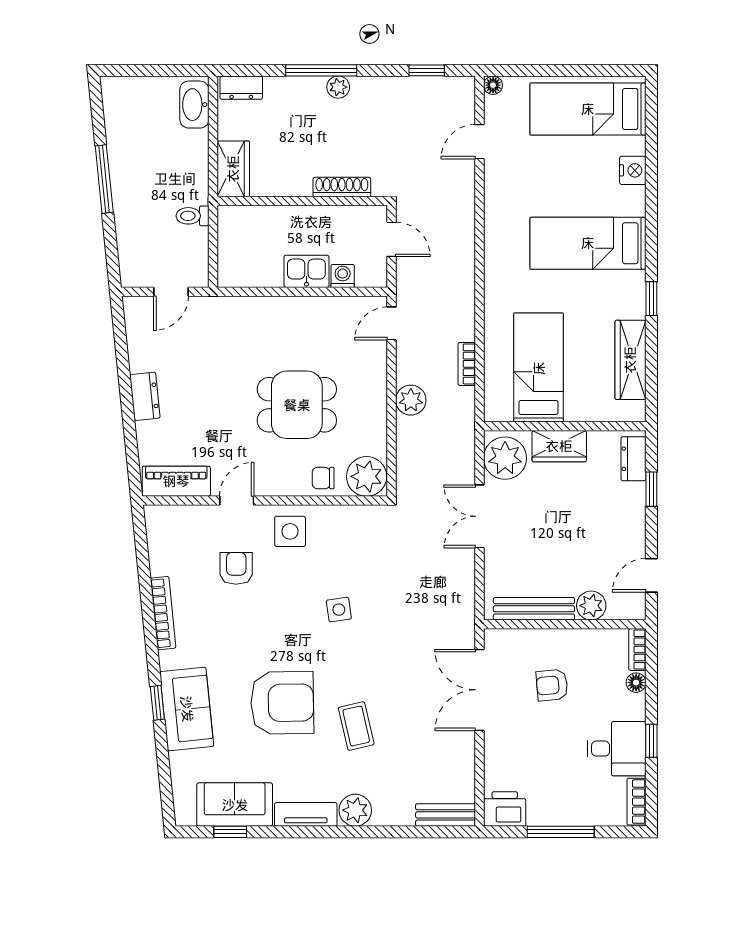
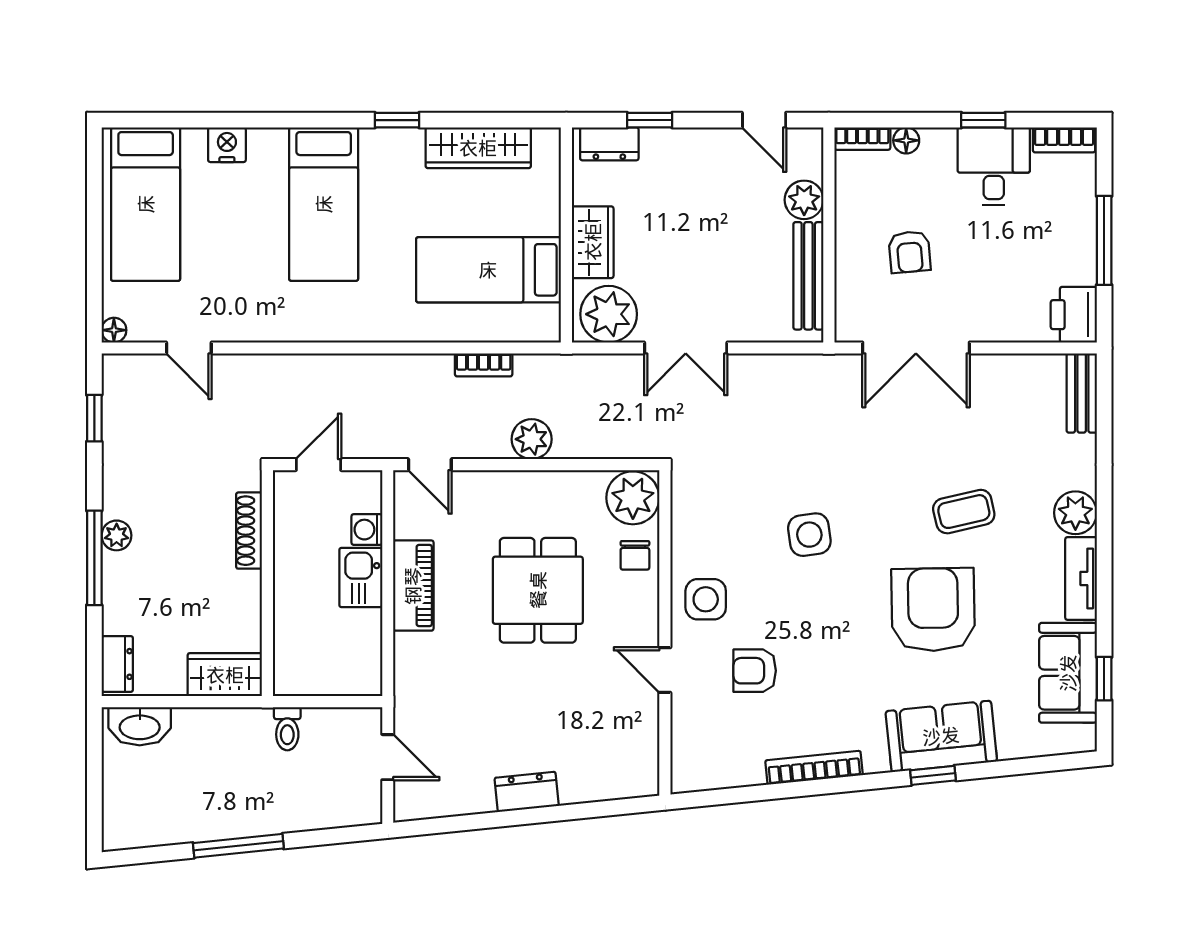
piano: (176, 481) -> (413, 586), moved, turned 180
side table: (339, 610) -> (809, 535), width x1.37, depth x1.37

